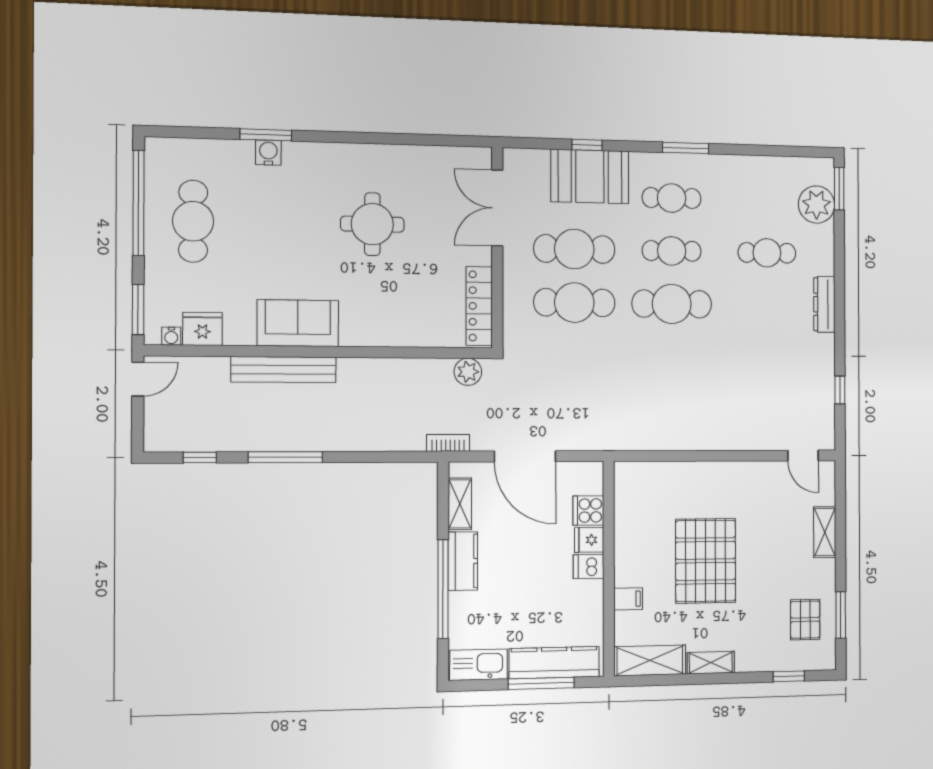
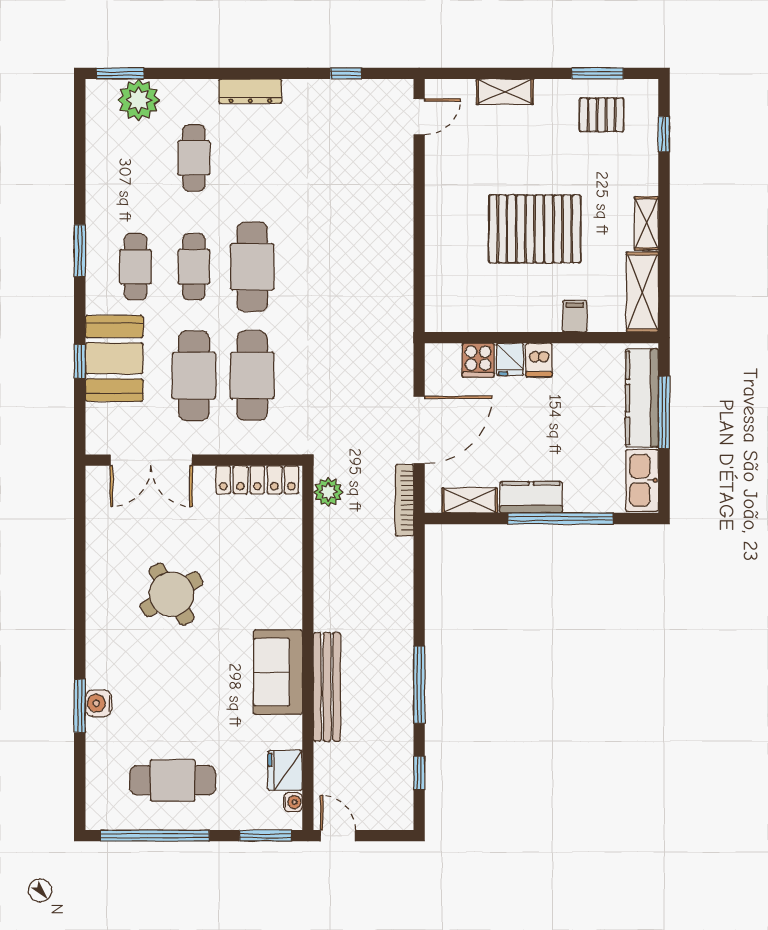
round table: (372, 224) -> (172, 594), turned -31
bookcase: (448, 443) -> (404, 500), width x1.56

